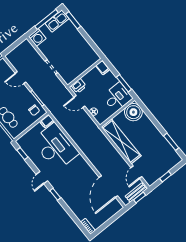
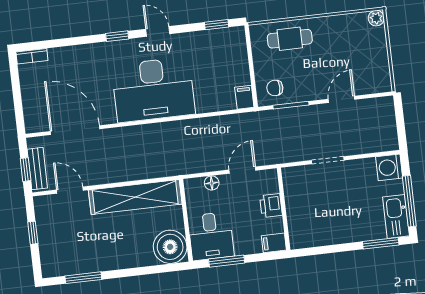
printer: (79, 86) -> (271, 206), moved
desk: (55, 147) -> (153, 90), moved

